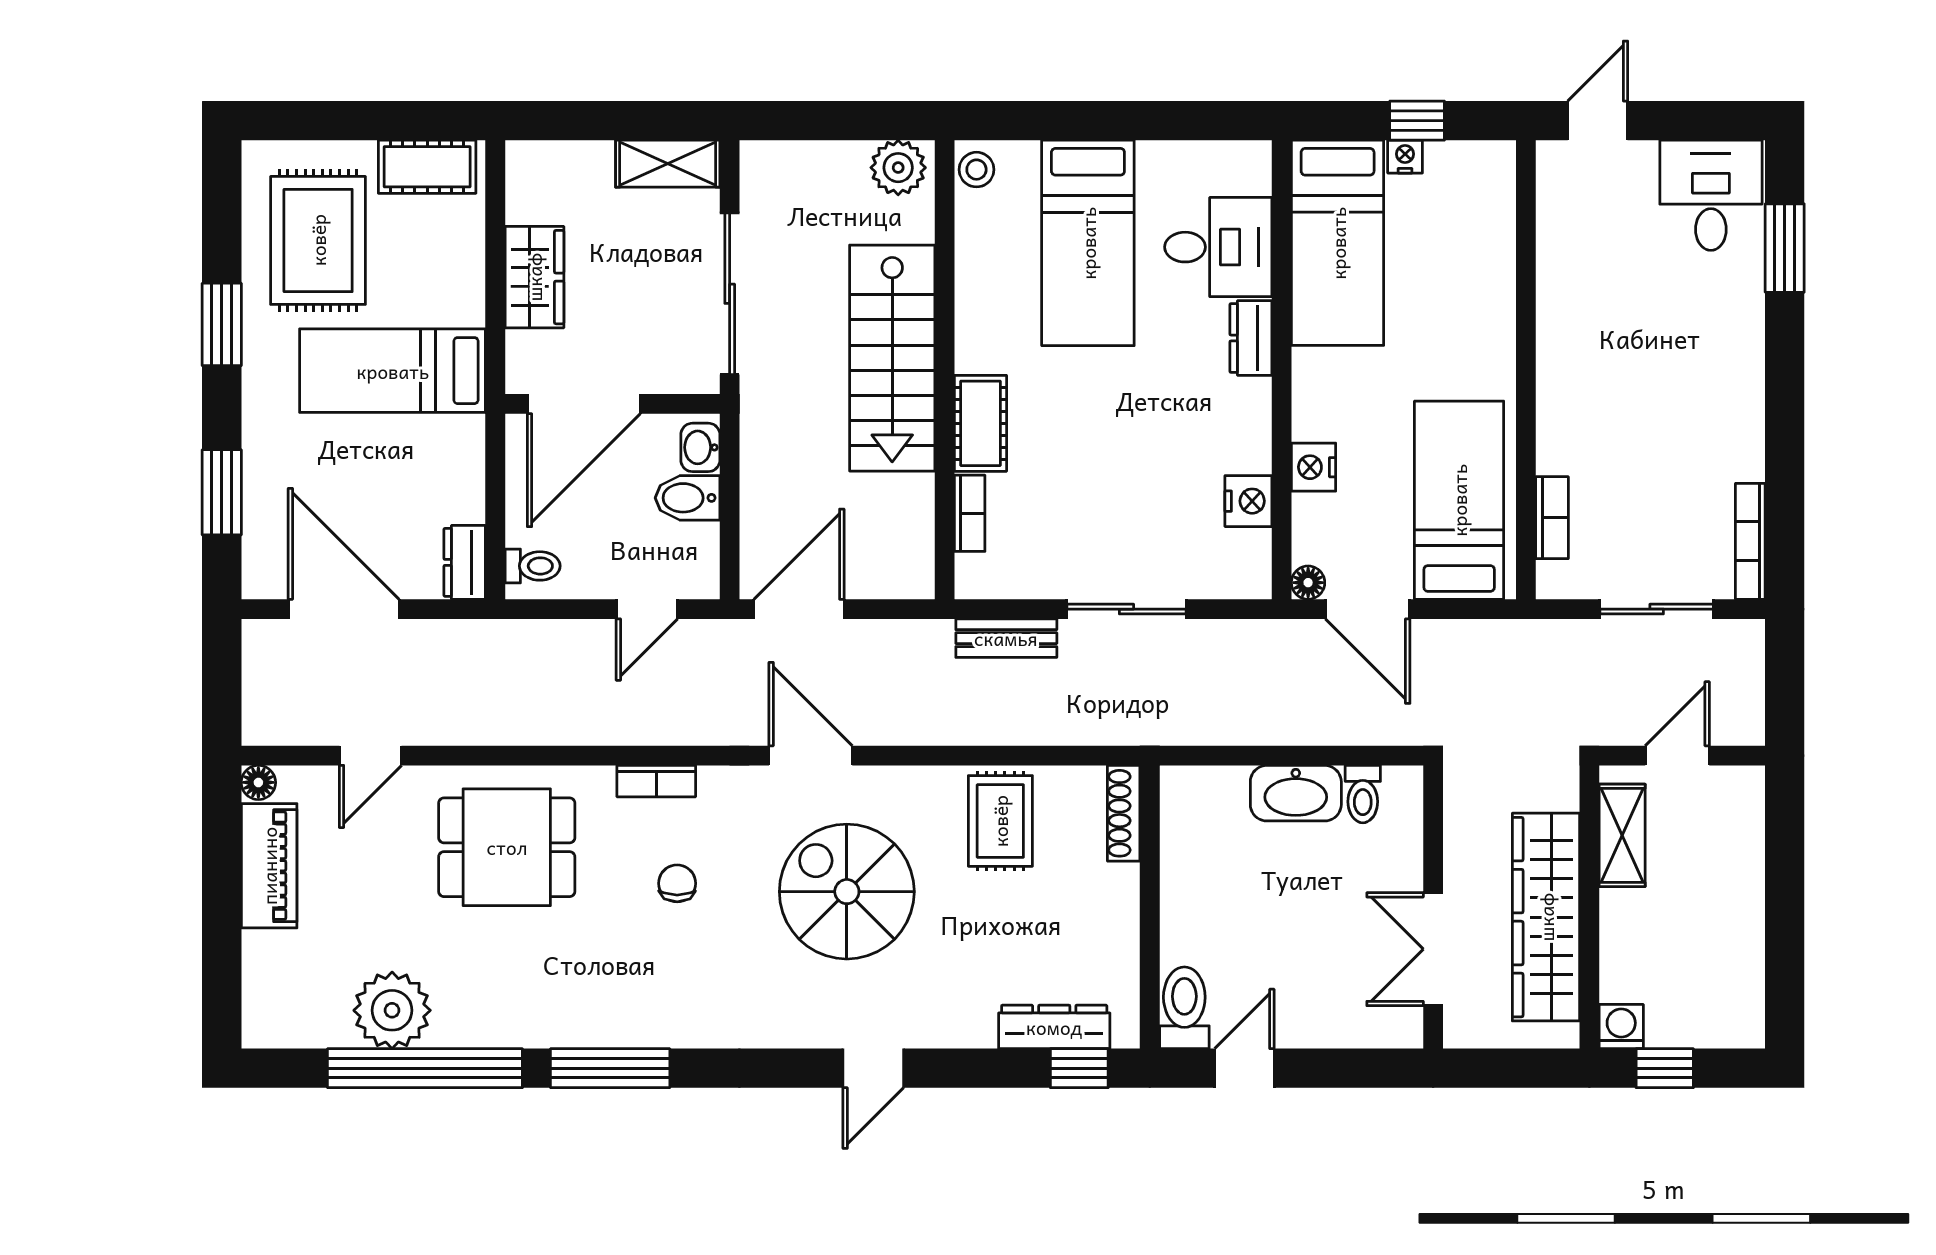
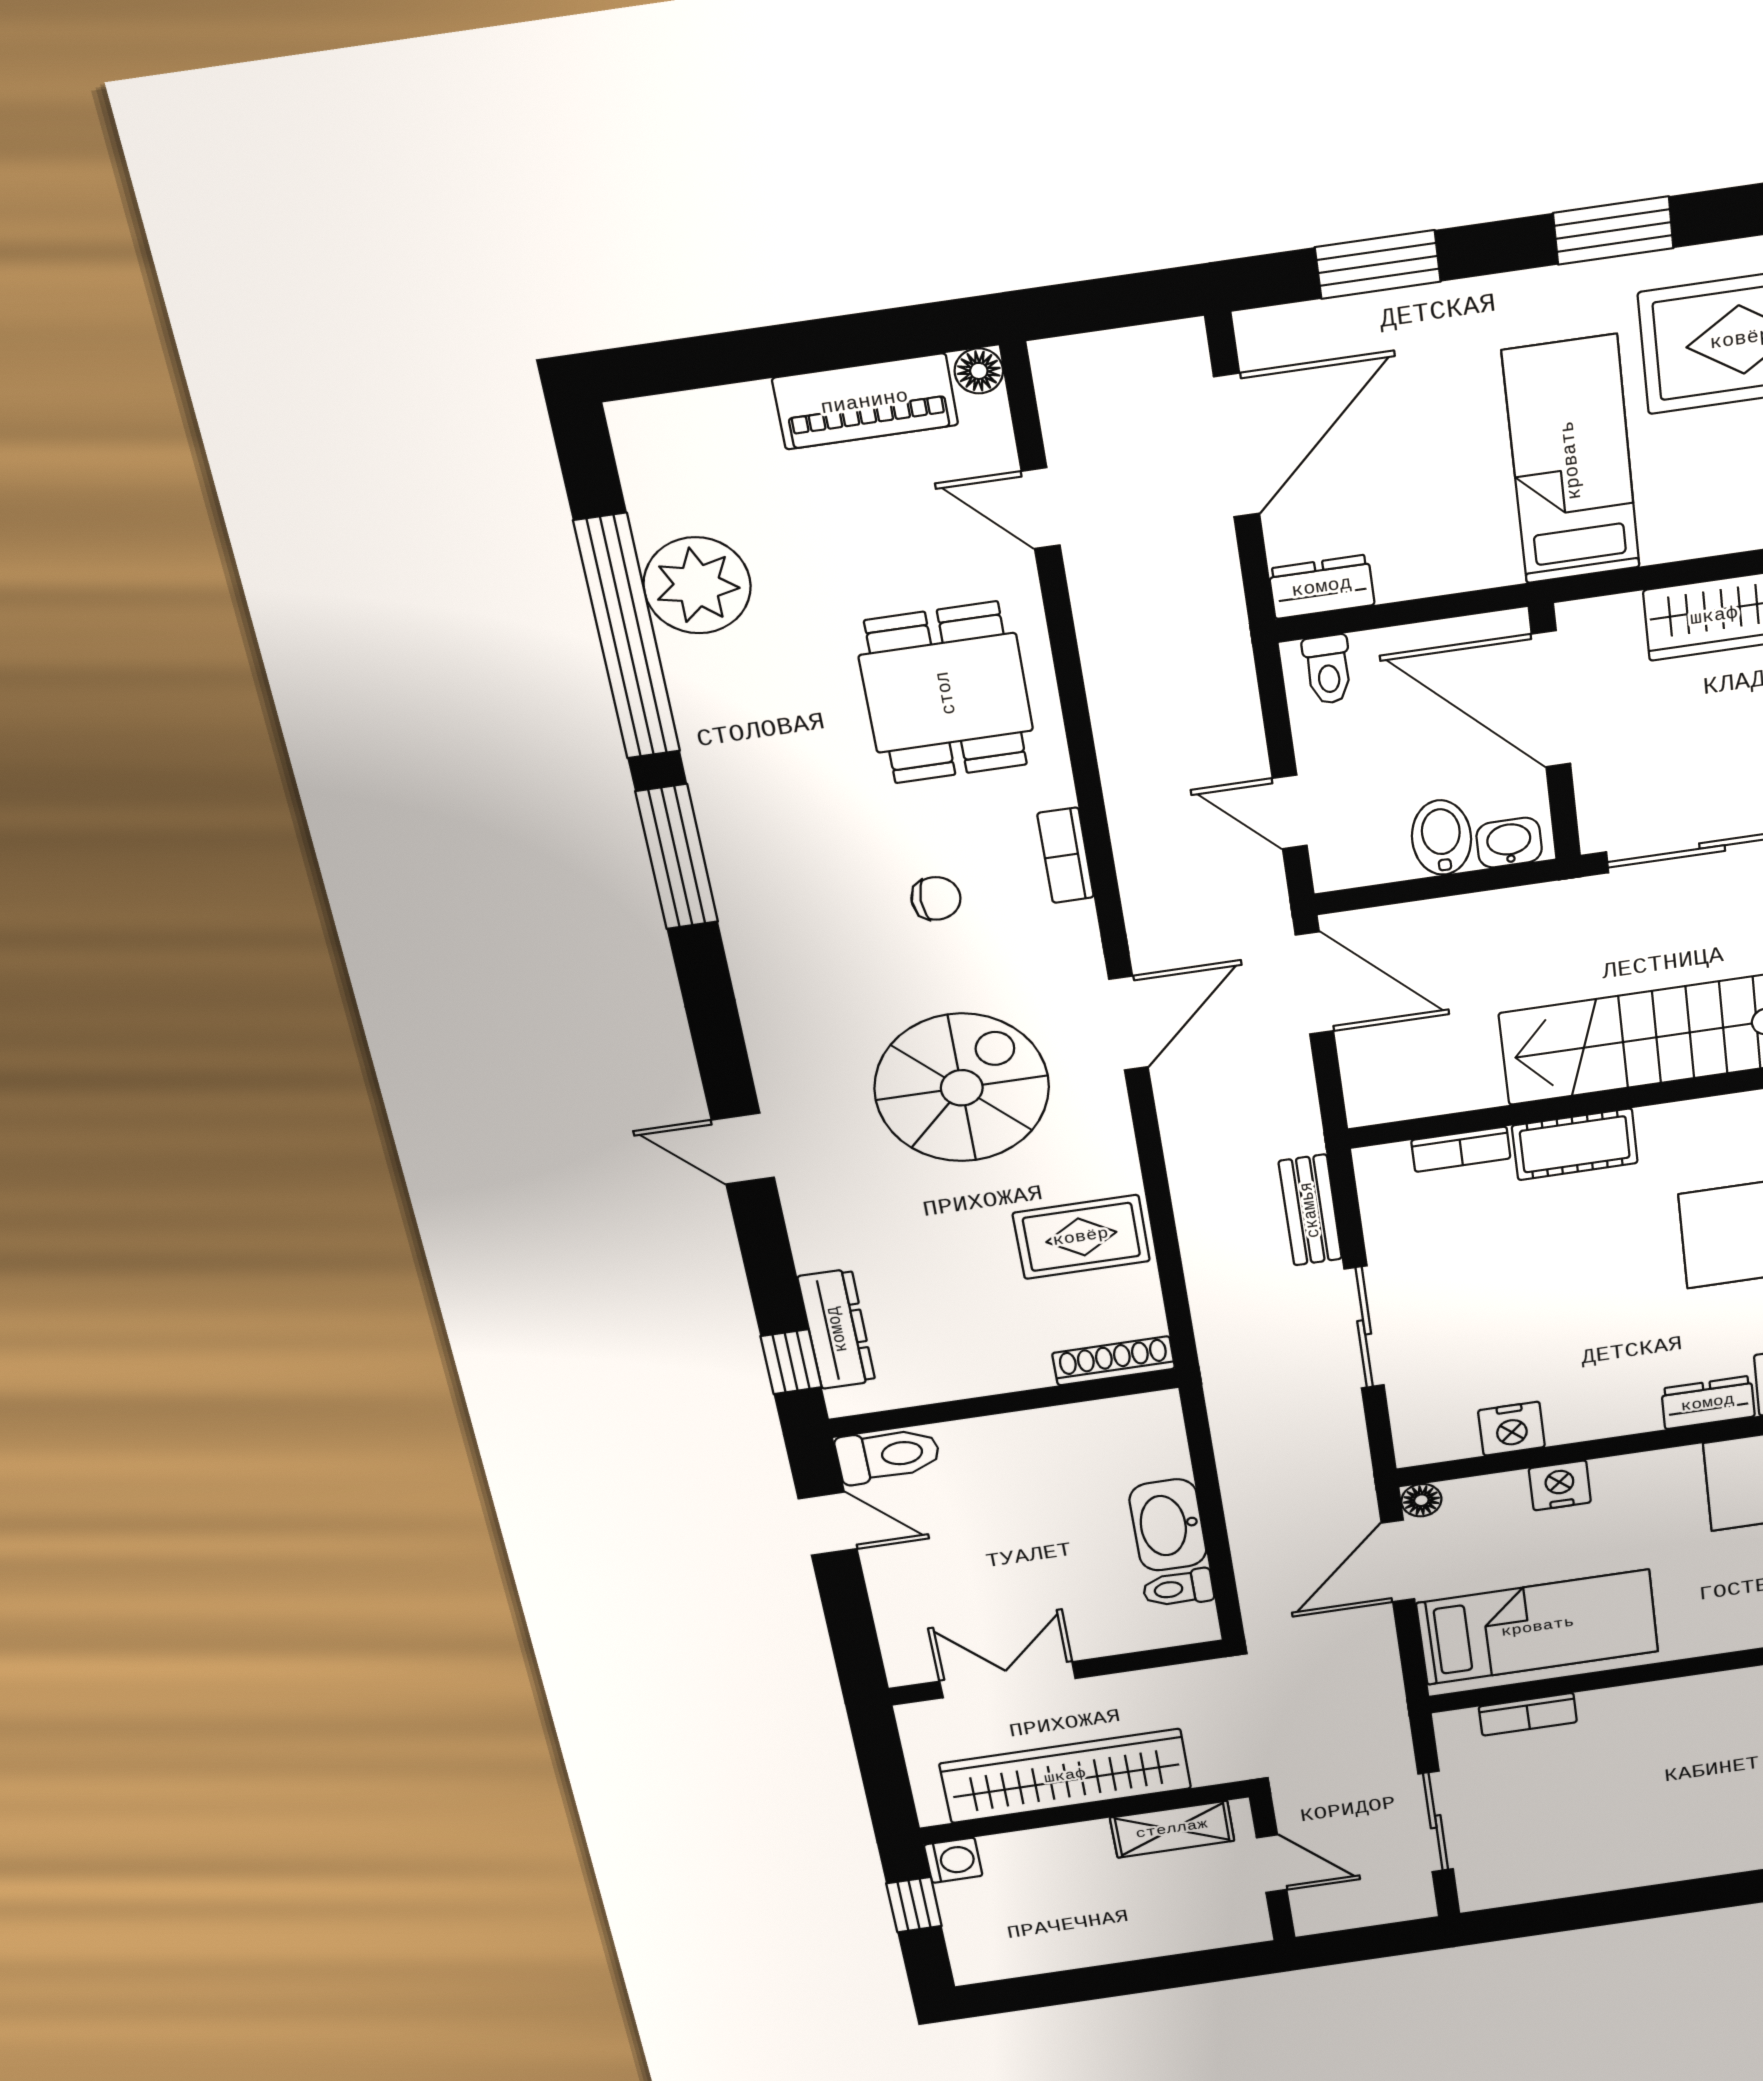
bookcase: (1750, 541) -> (1524, 1891), removed

